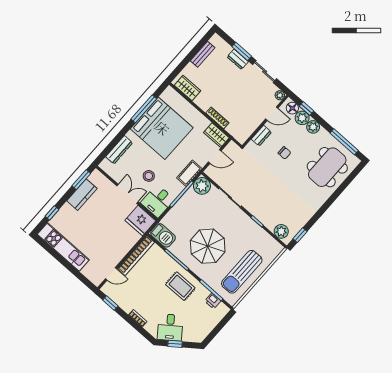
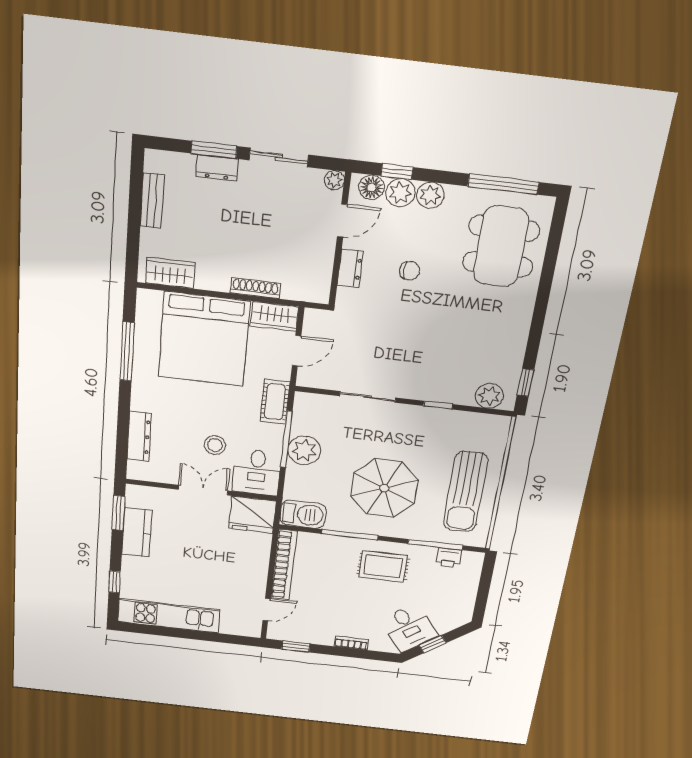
bed: (162, 128) -> (204, 339), moved, turned 90
plant: (202, 186) -> (304, 450), moved

